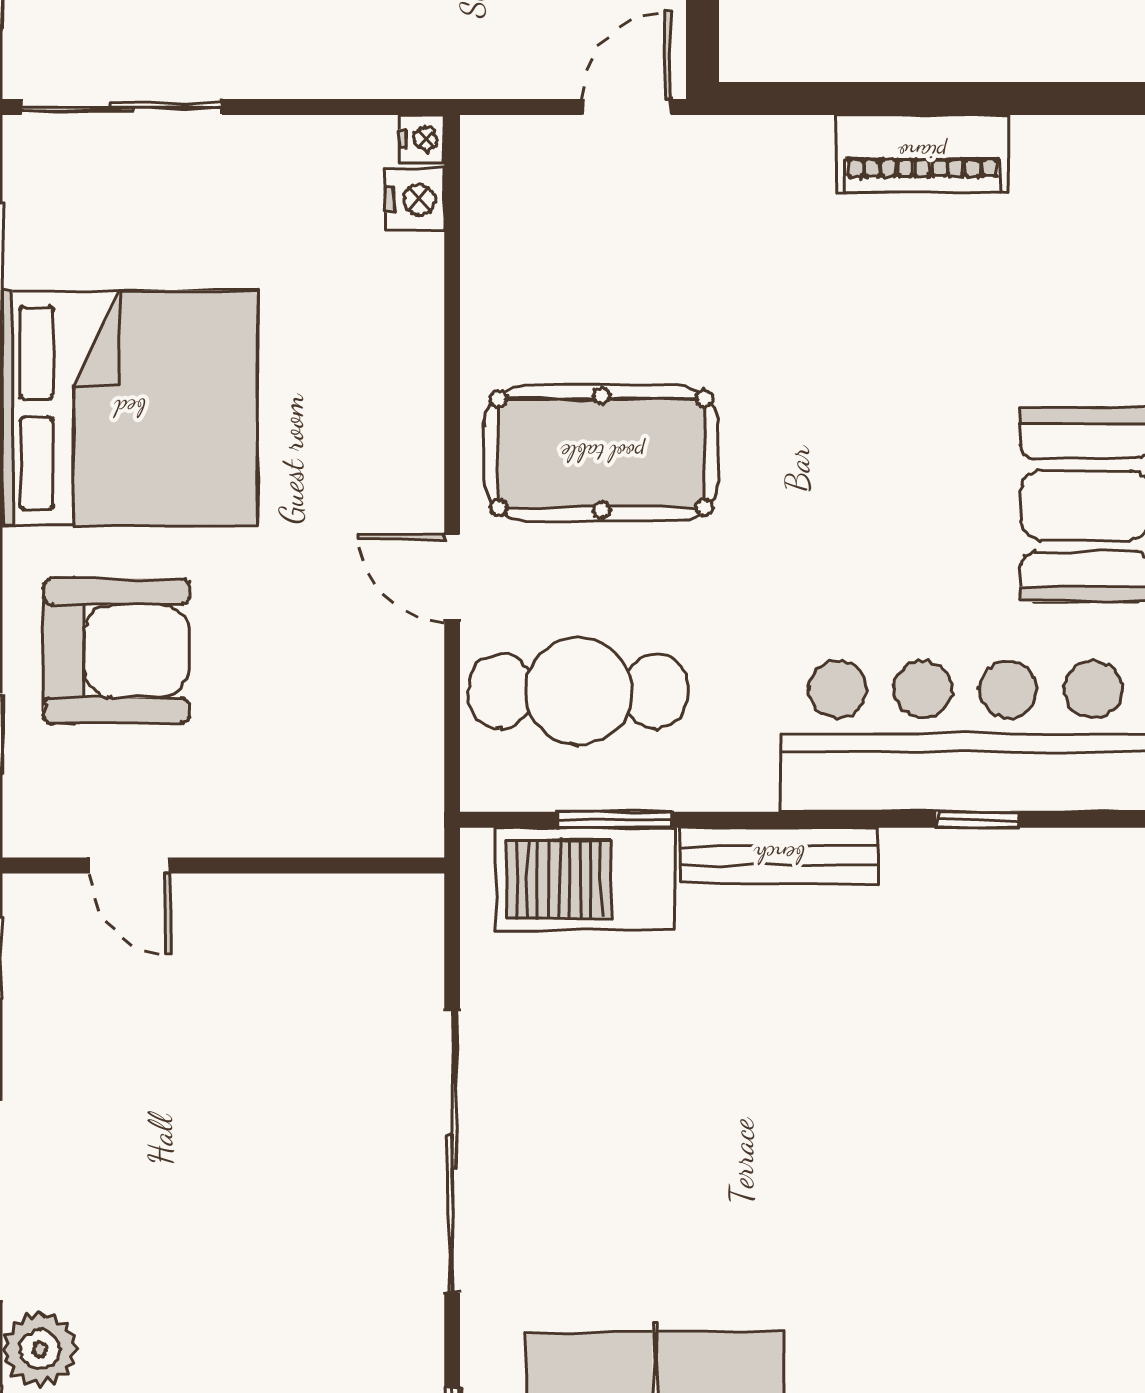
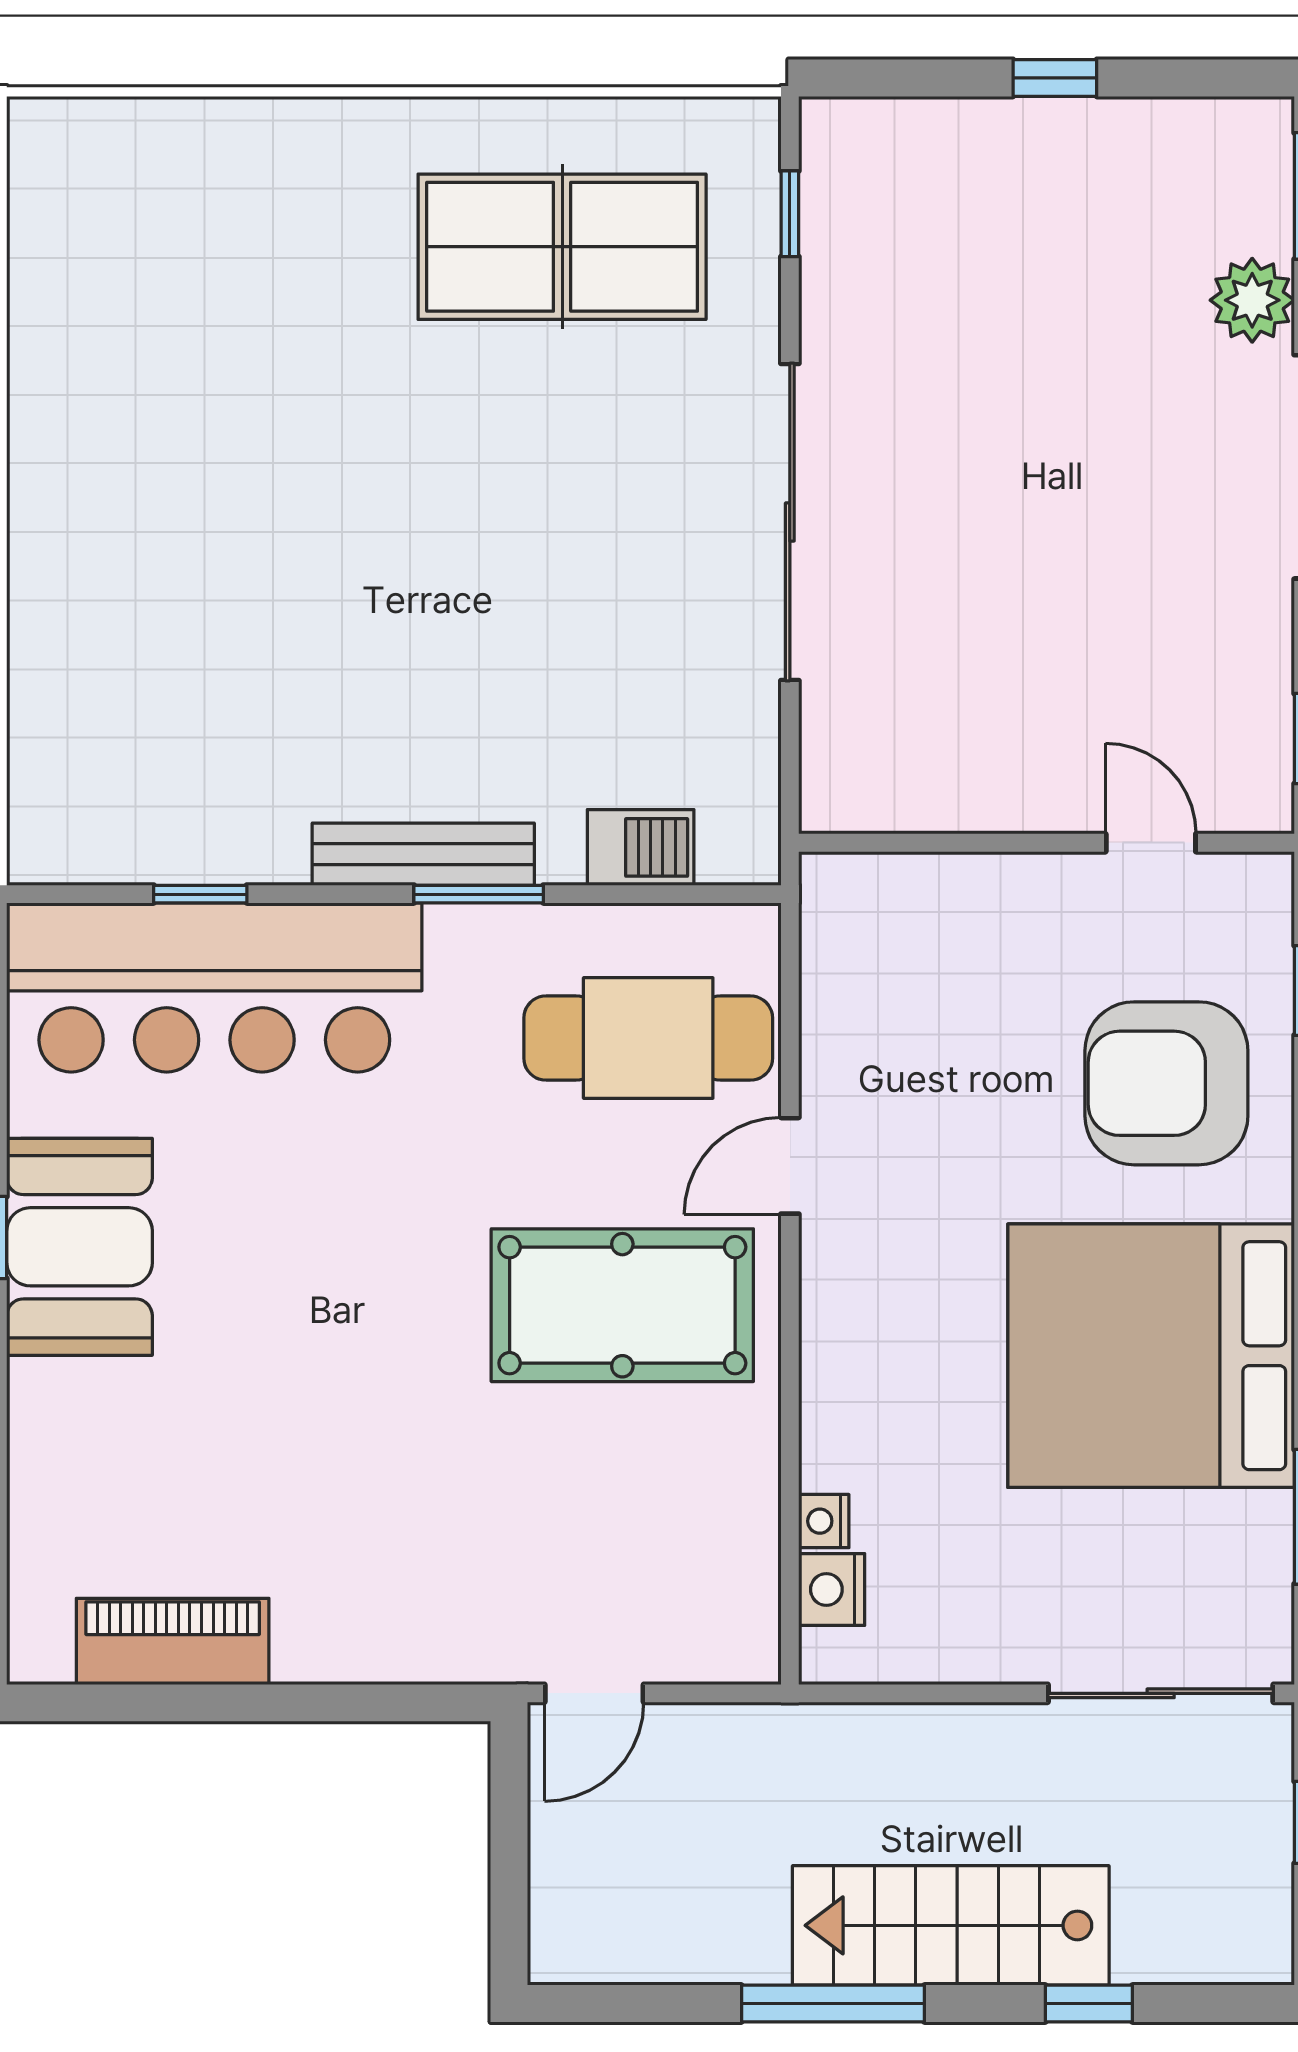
nightstand: (422, 139) -> (824, 1521), moved
piano: (922, 153) -> (173, 1641), moved
door: (452, 577) -> (790, 1166), swing flipped
window: (615, 820) -> (479, 894), moved
barbecue: (585, 879) -> (641, 847), width x0.53, depth x0.65

